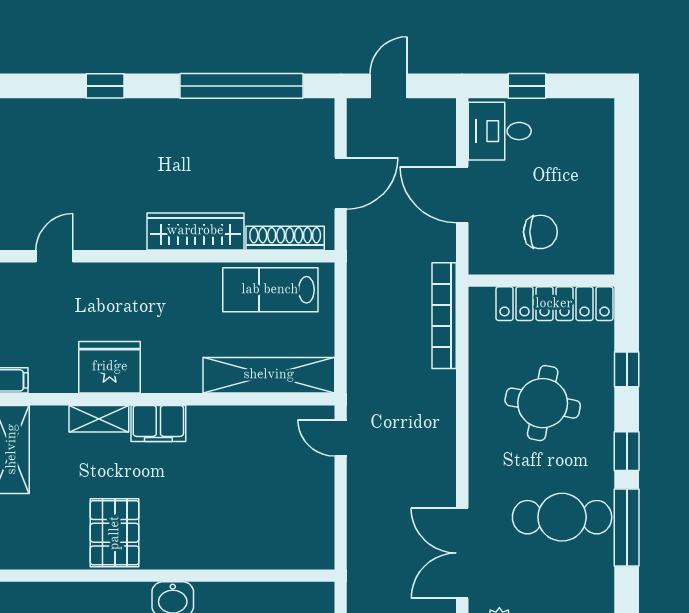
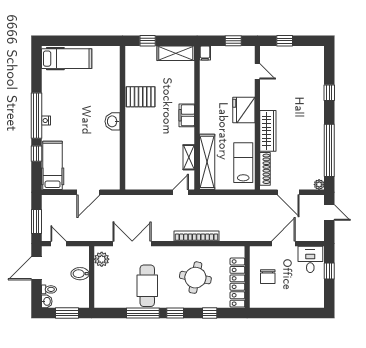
plant: (322, 110) -> (319, 185), added
bookcase: (444, 316) -> (197, 236), moved
fridge: (110, 367) -> (244, 110), moved, turned 180
shelving: (99, 419) -> (189, 157), moved

